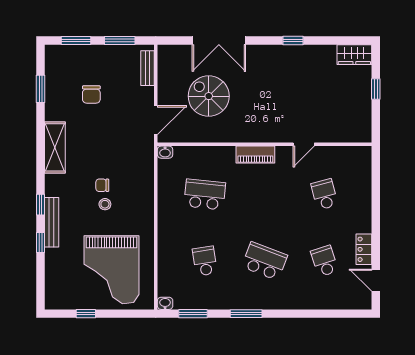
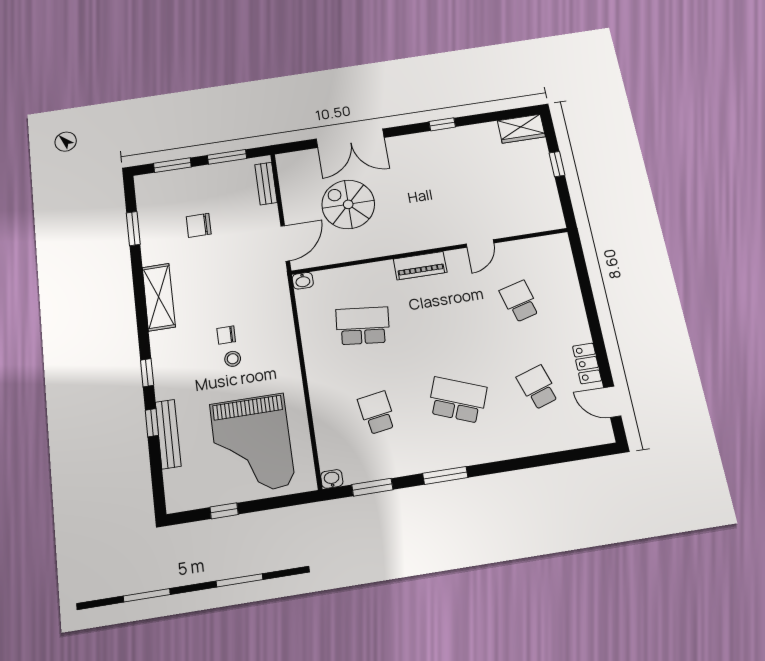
chair: (91, 94) -> (199, 225), turned 90
bench: (52, 222) -> (168, 434), moved

